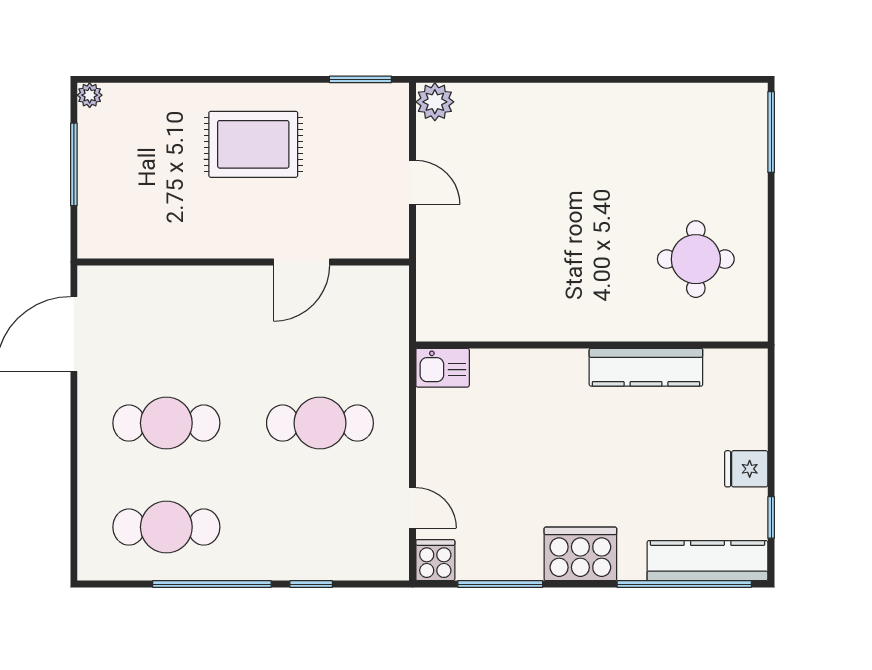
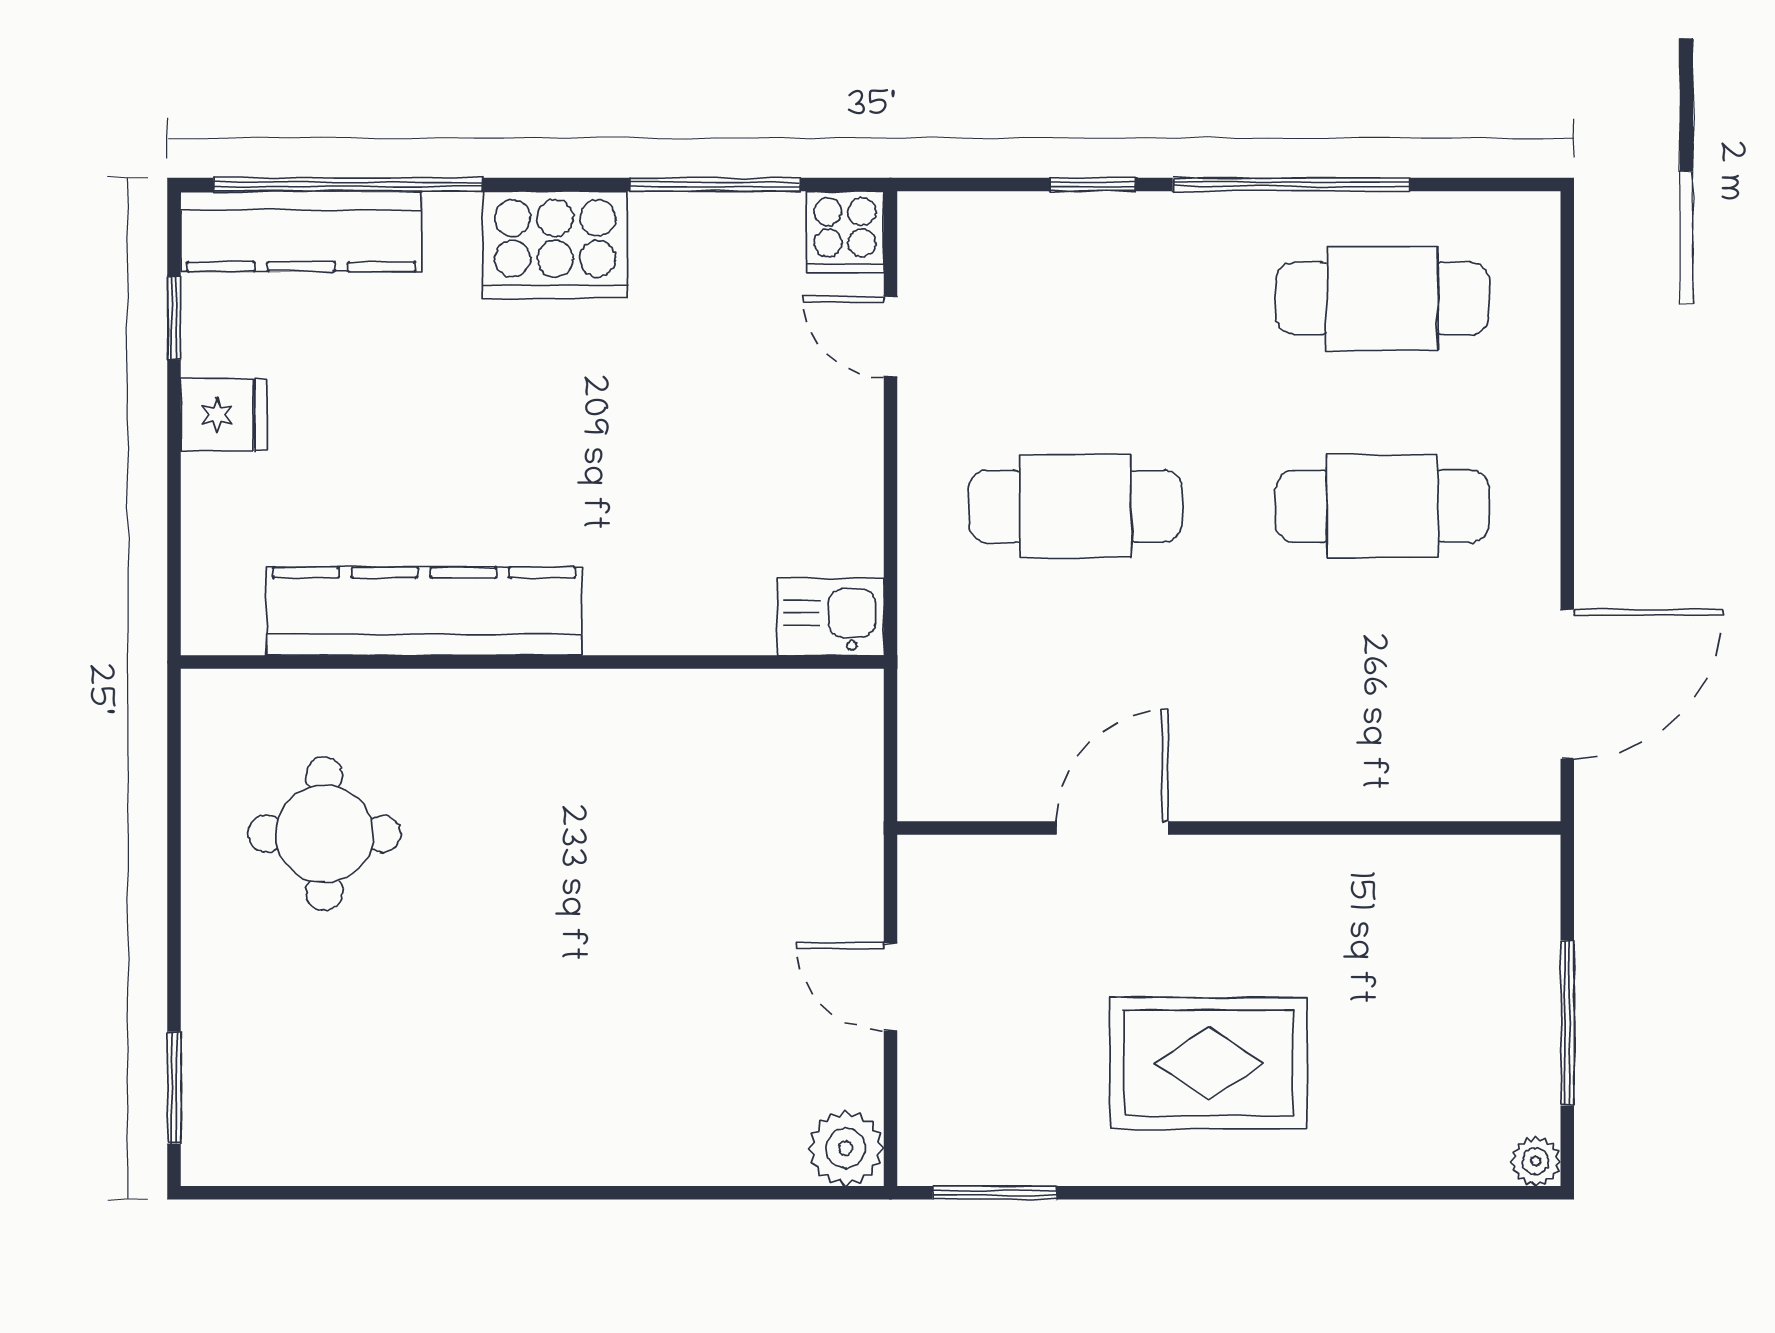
window: (771, 132) -> (174, 1088), width x0.69
kitchen counter: (646, 367) -> (424, 611), width x1.39, depth x1.17

